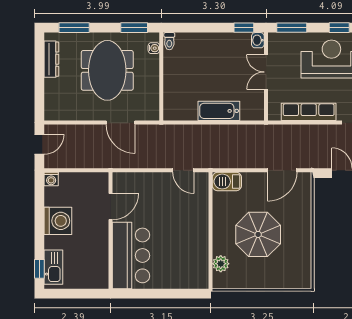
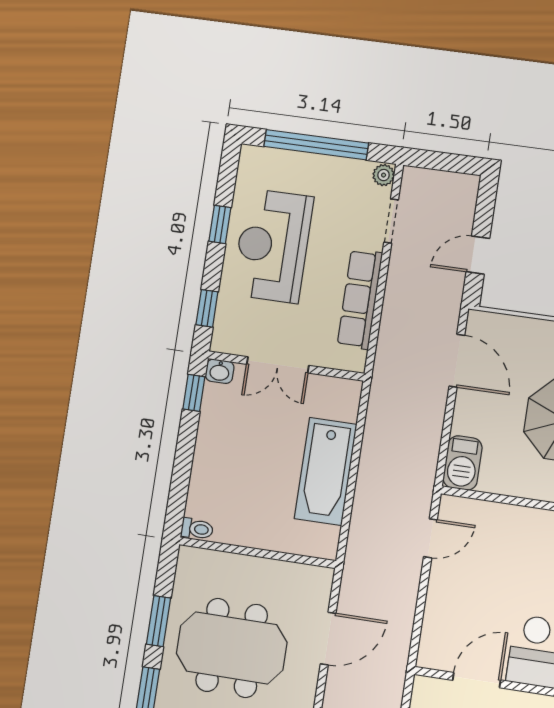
window: (134, 28) -> (159, 621), moved
window: (292, 28) -> (207, 308), width x0.67
water cooler: (154, 48) -> (205, 558), removed
bathtub: (219, 111) -> (326, 471), width x1.36, depth x1.36
door: (111, 207) -> (477, 680), hinge flipped

